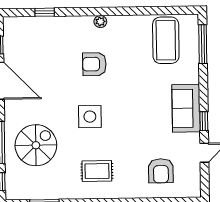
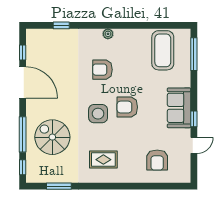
armchair: (124, 108) -> (127, 107), added
spiral stairs: (36, 145) -> (52, 137), turned -90

